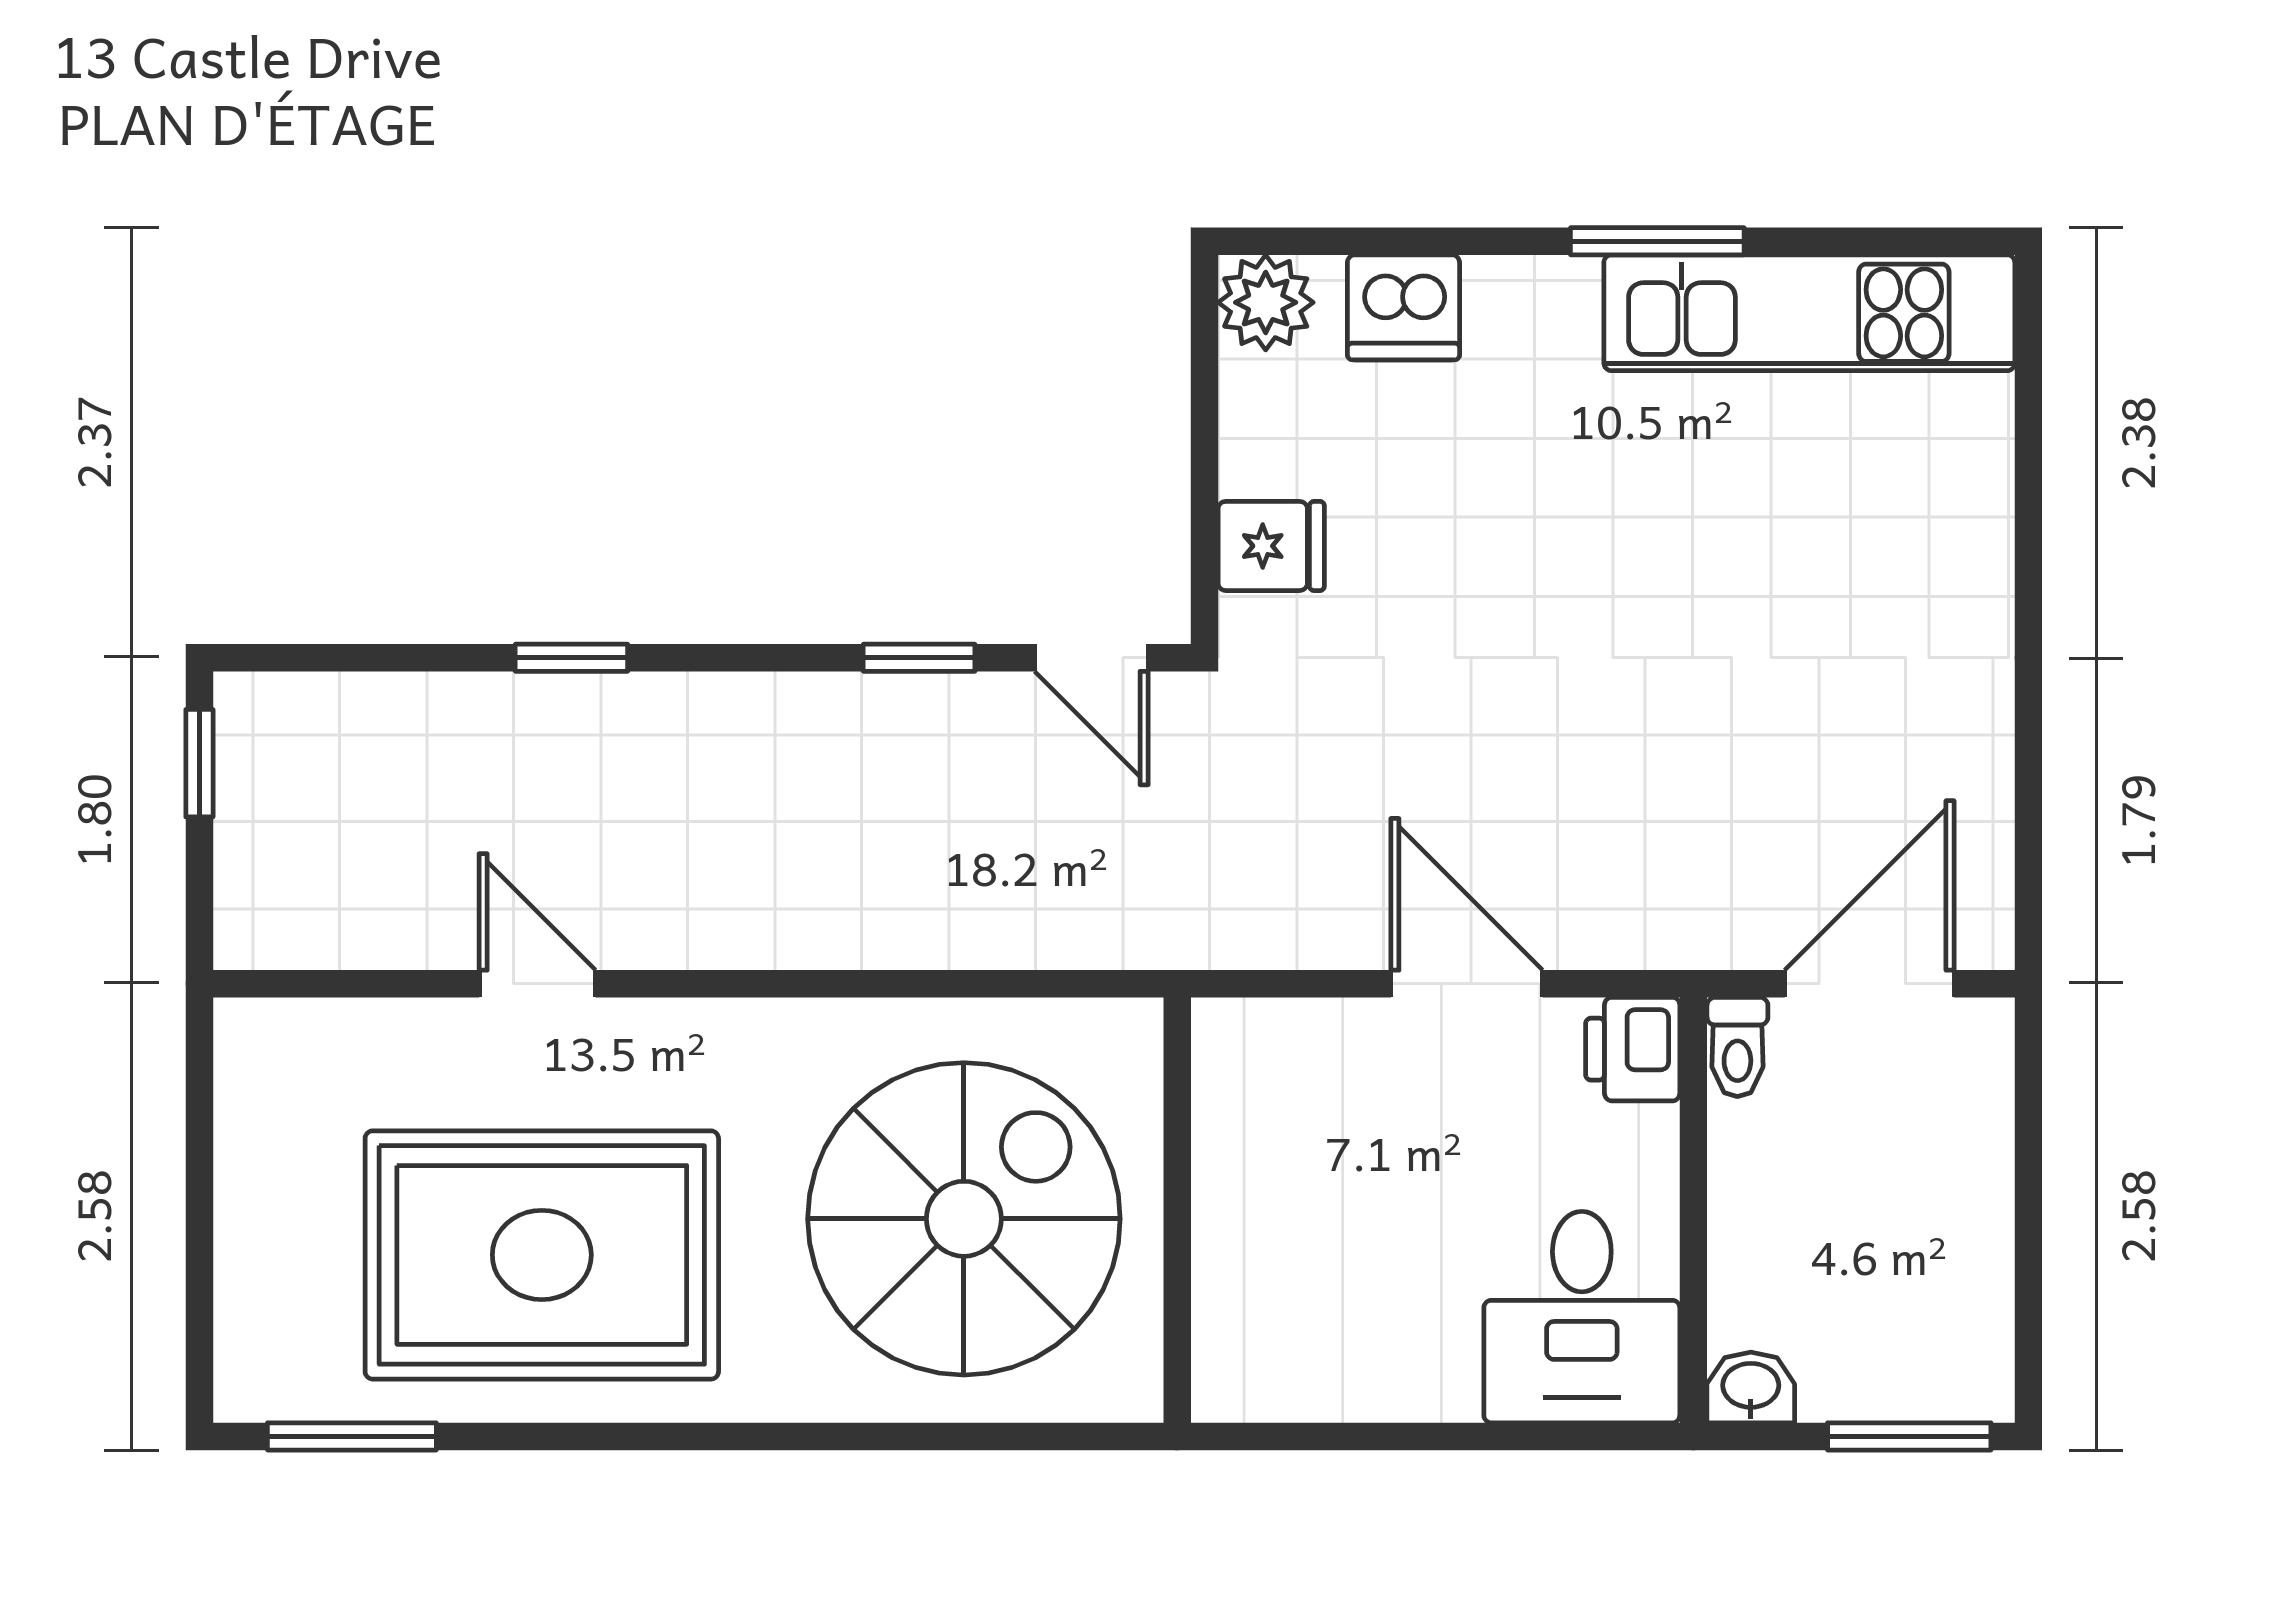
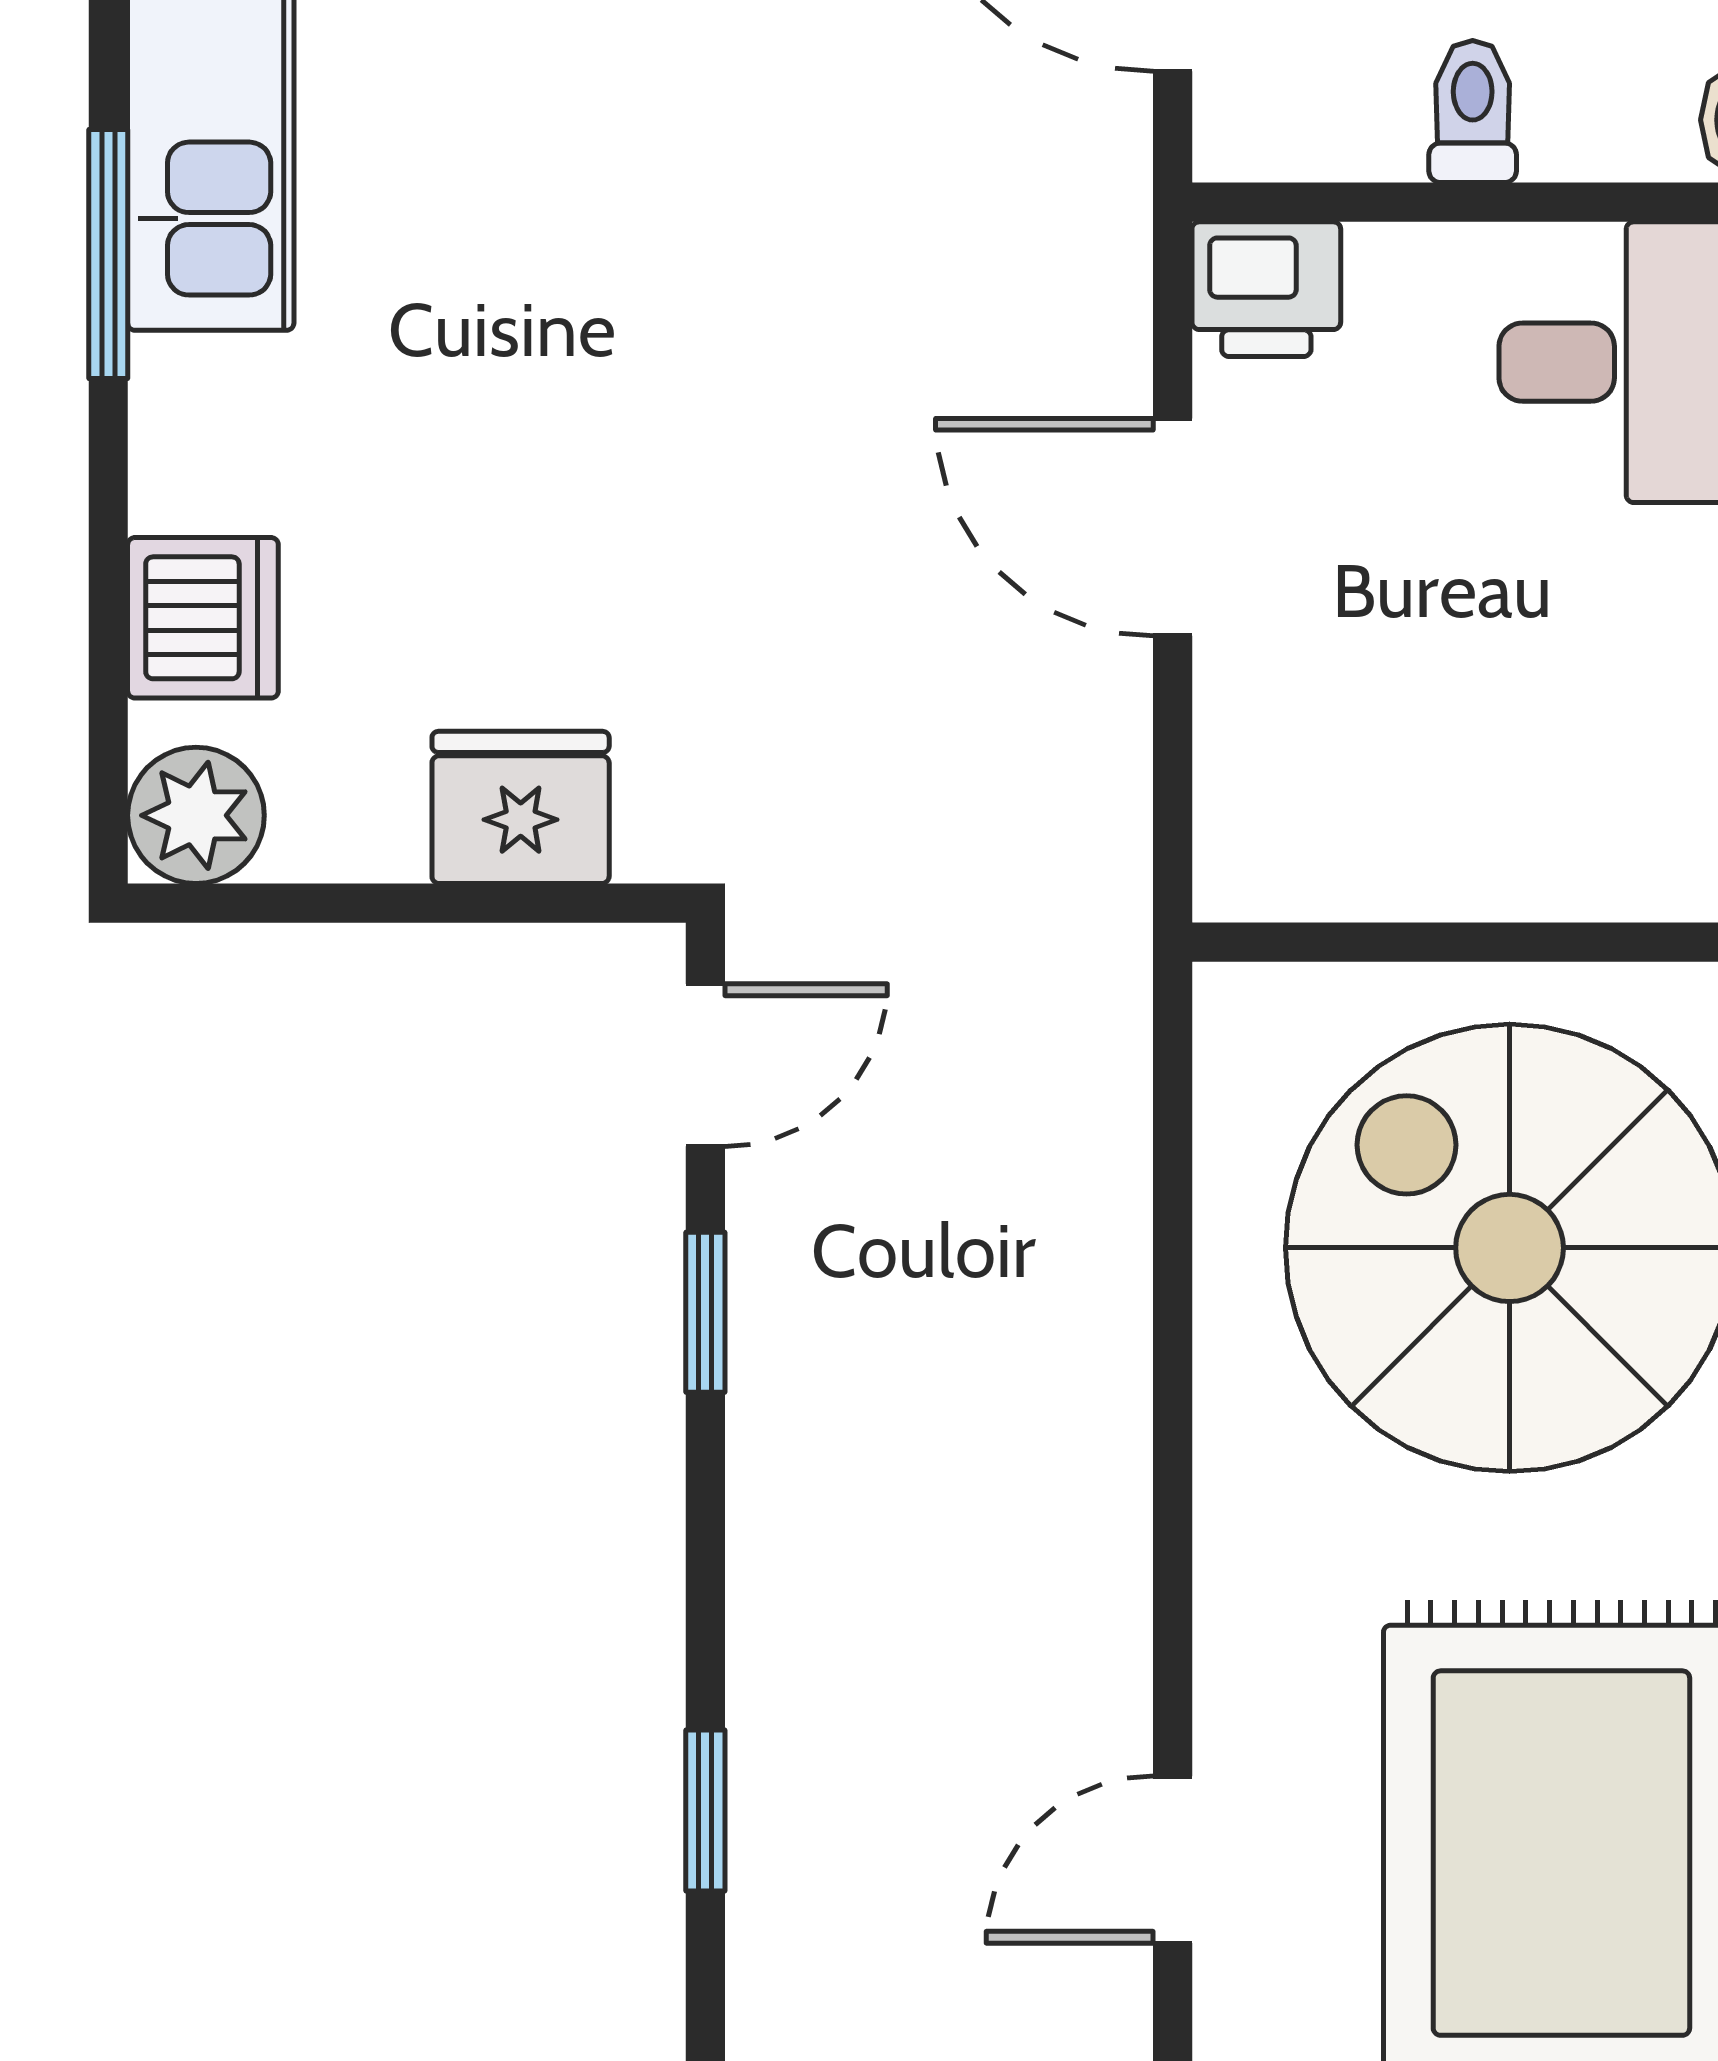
fridge: (1271, 546) -> (521, 807), width x1.38
door: (1467, 984) -> (1173, 527), hinge flipped
toilet: (1737, 1047) -> (1473, 112), moved, turned -90

